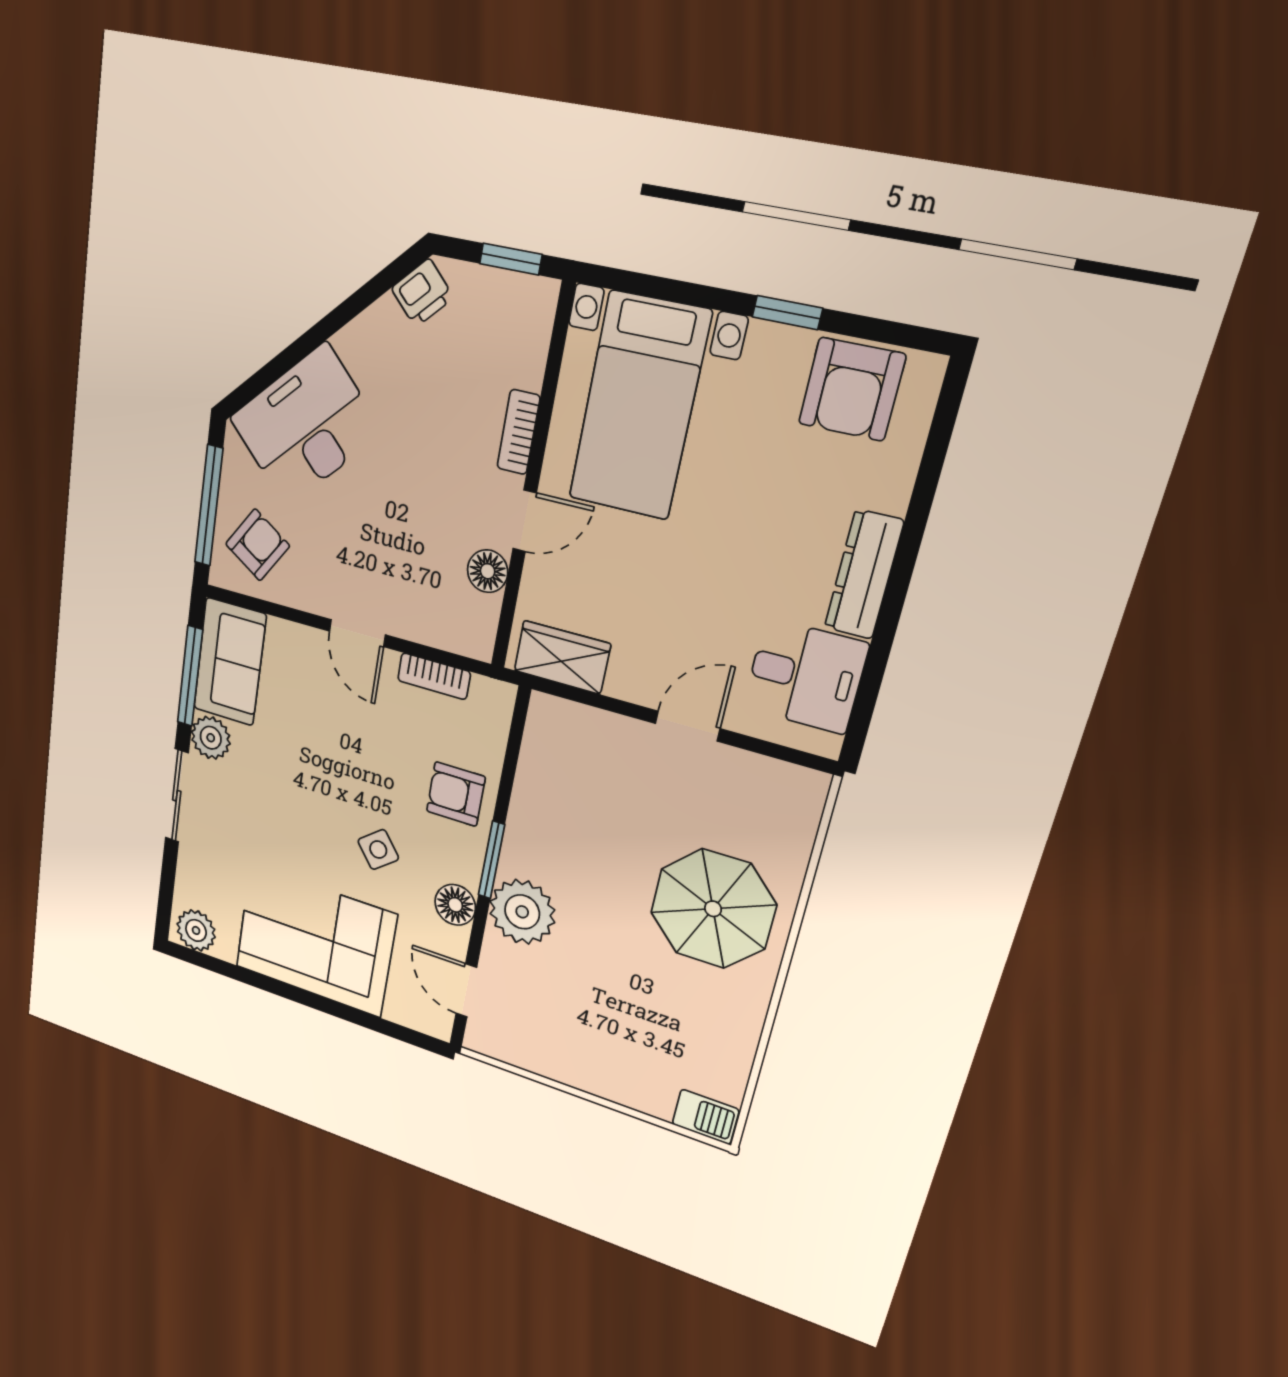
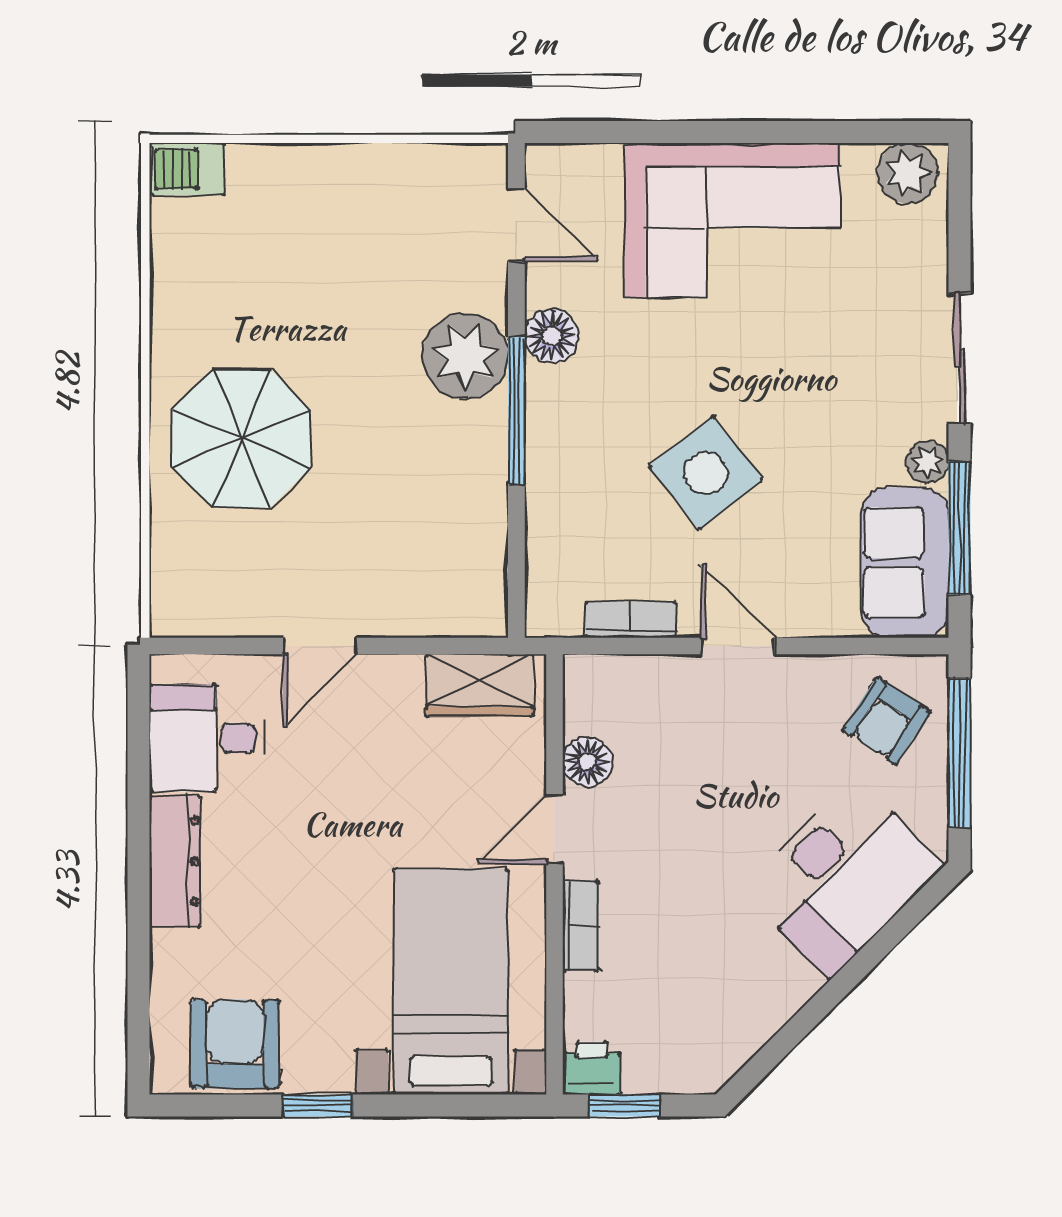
printer: (422, 293) -> (592, 1068), moved, turned 45
plant: (211, 738) -> (927, 462), width x0.73, depth x0.73
armchair: (456, 794) -> (577, 481), removed
side table: (378, 850) -> (706, 473), moved, width x1.87, depth x1.87
window: (492, 860) -> (516, 411), width x1.44

